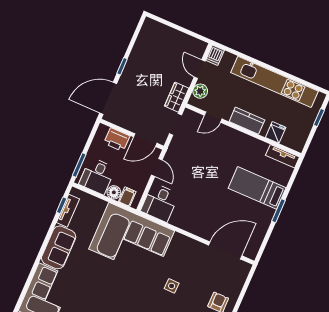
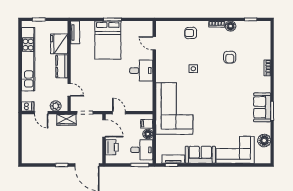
door: (200, 69) -> (41, 113), hinge flipped
fridge: (276, 132) -> (59, 44), width x1.88, depth x1.34
door: (157, 168) -> (119, 113), hinge flipped
bed: (257, 188) -> (108, 40), width x1.50
desk: (160, 203) -> (141, 71), moved
door: (225, 250) -> (154, 43), width x0.53

